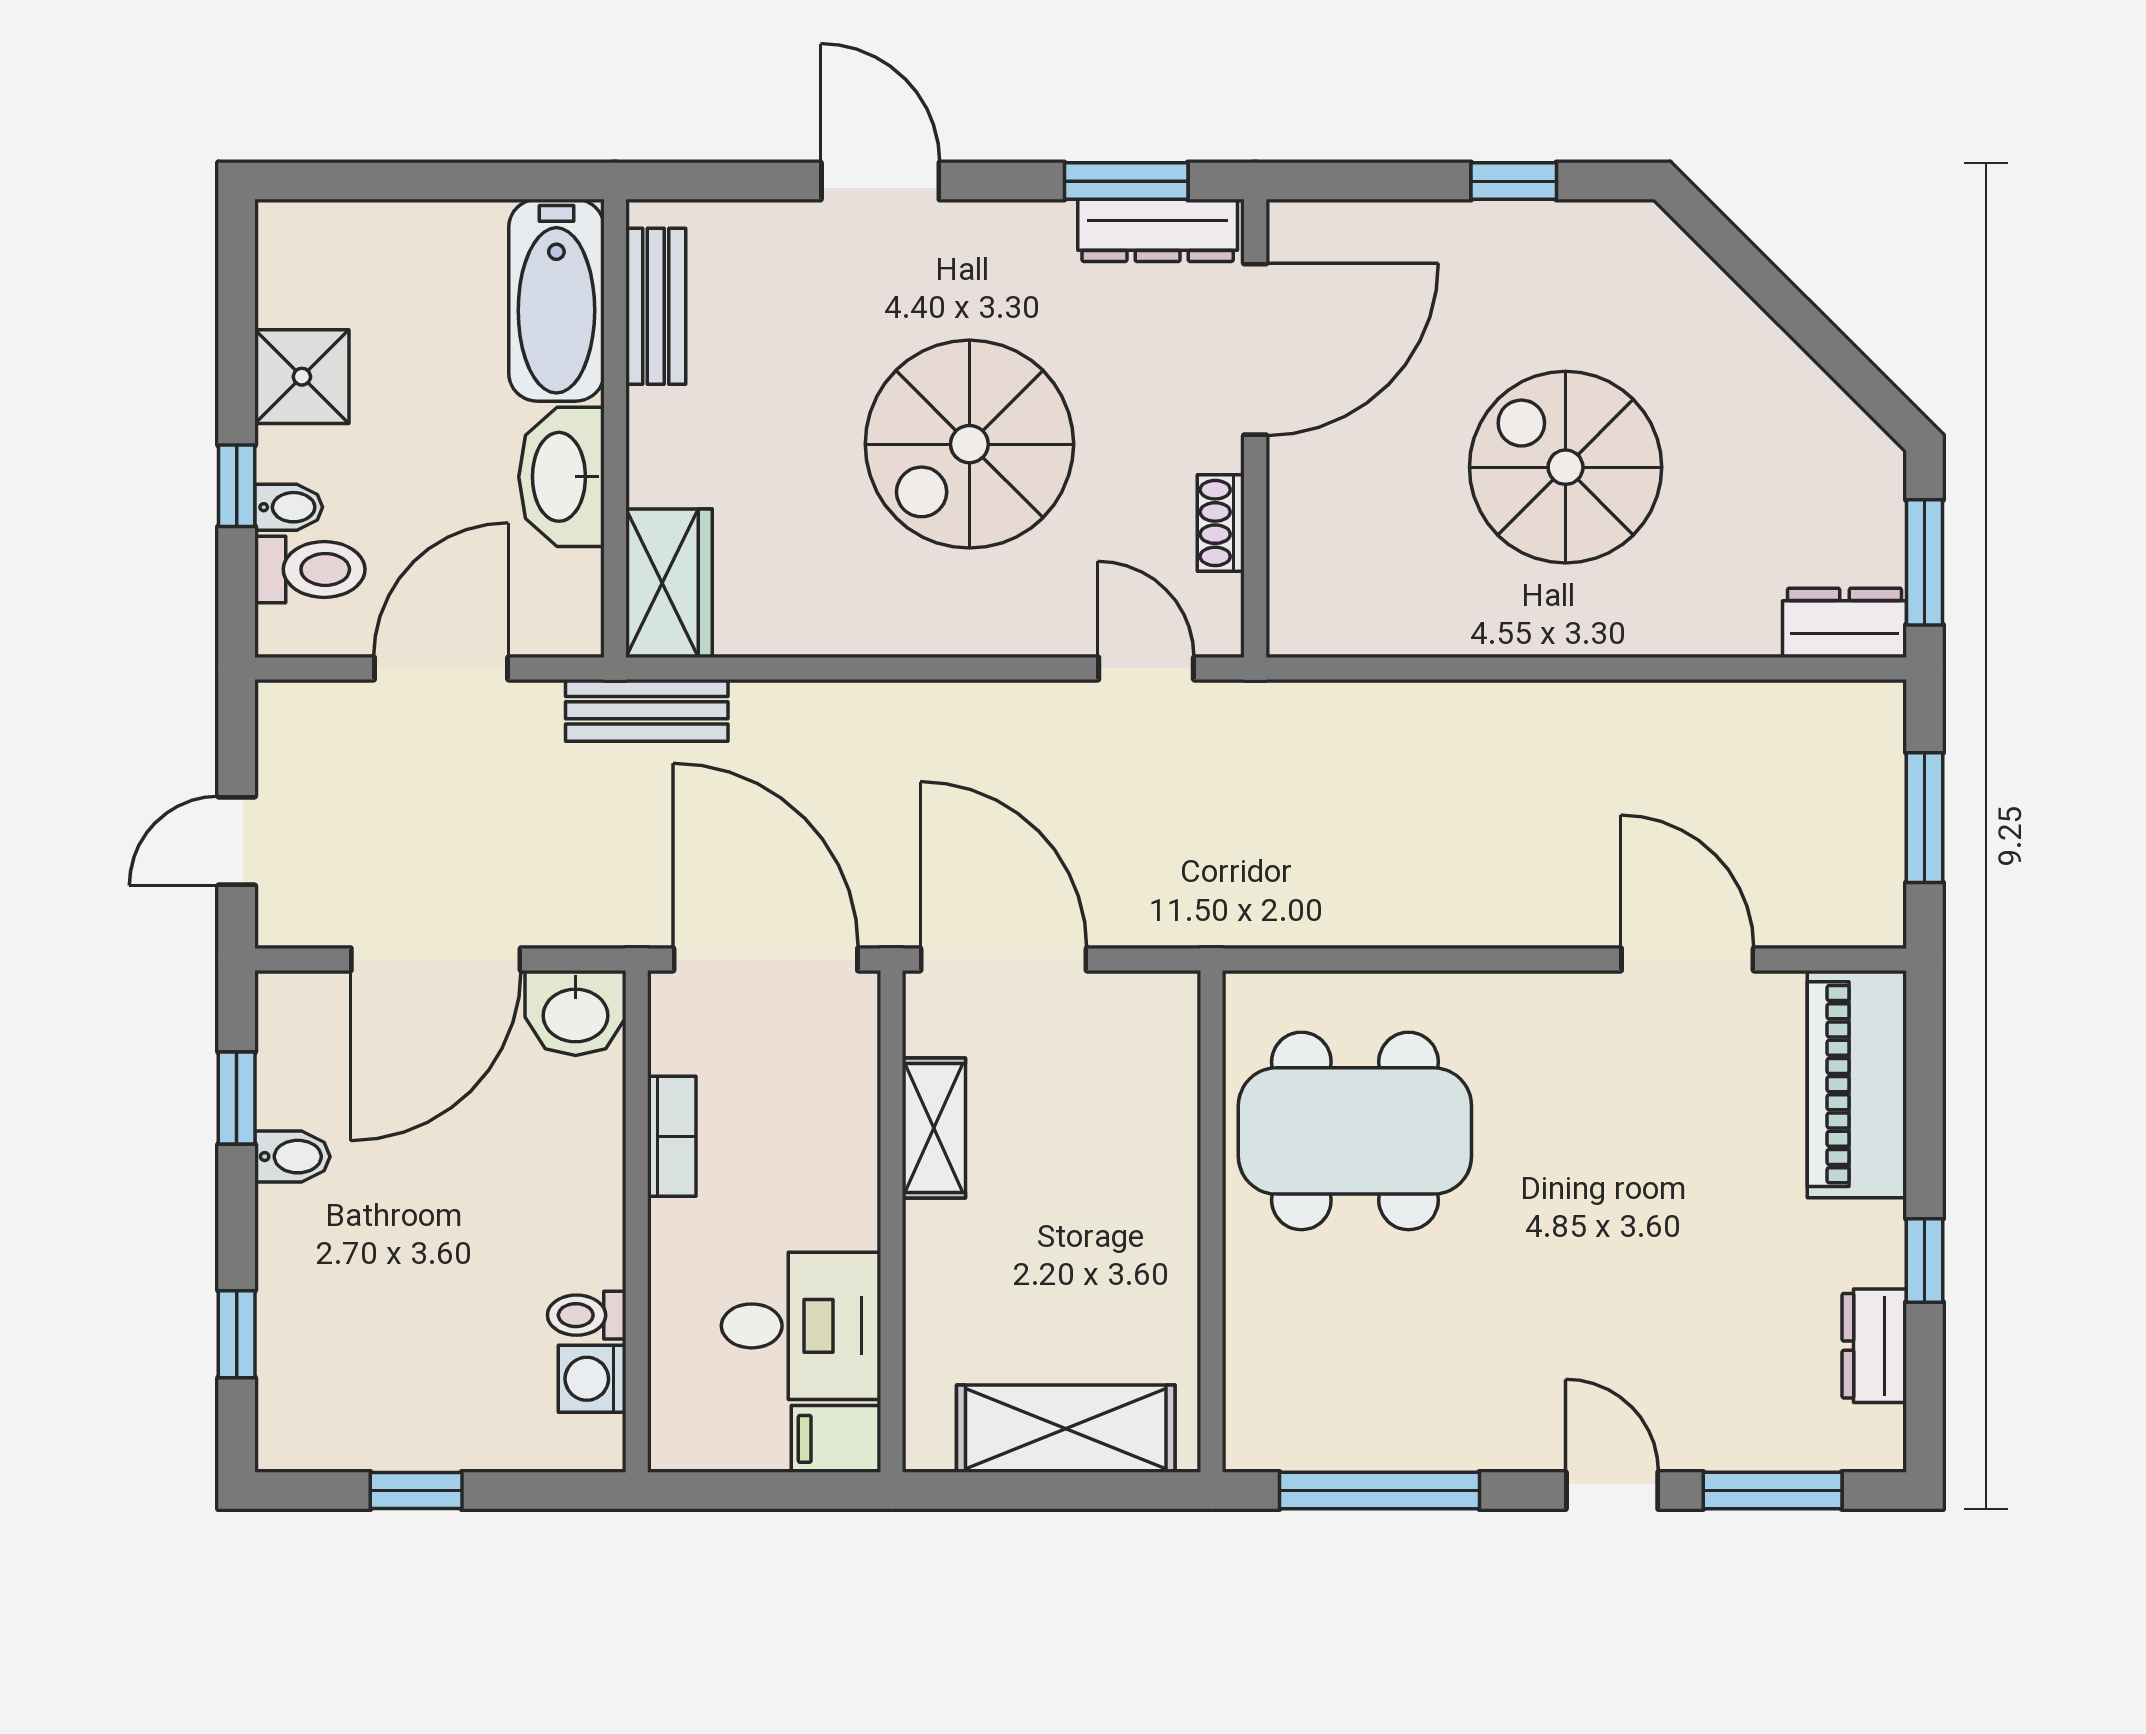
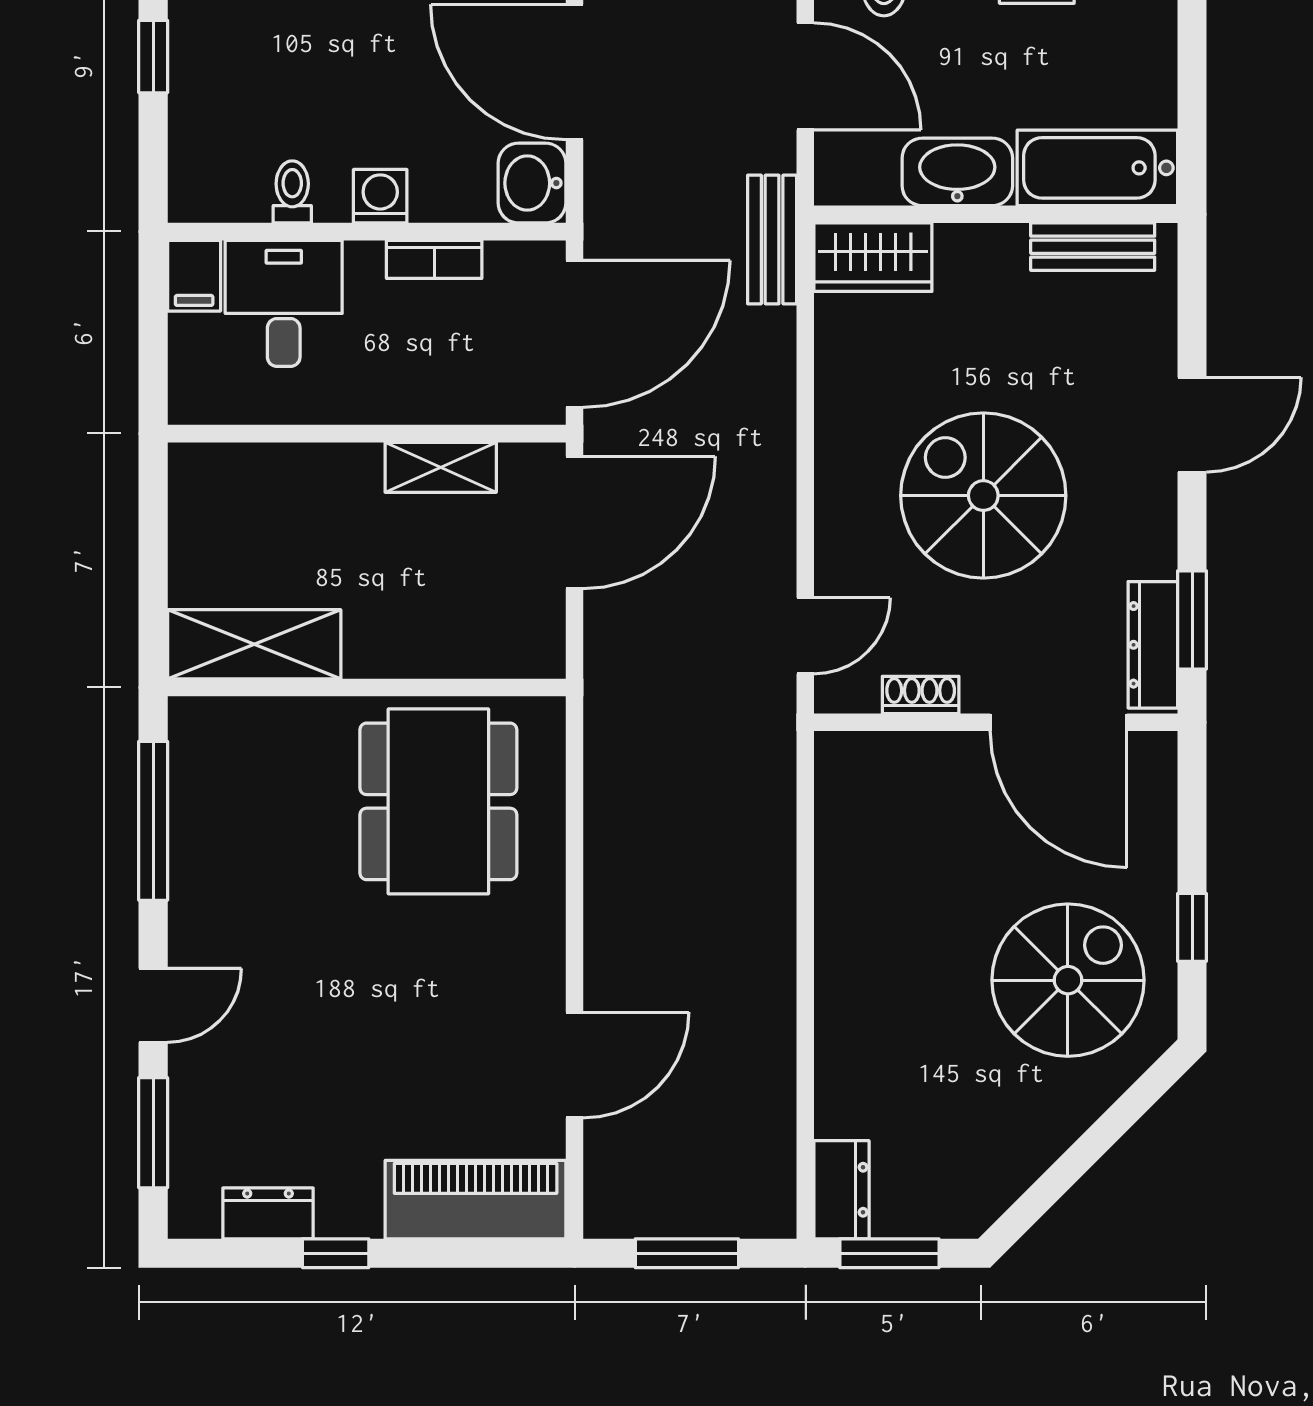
spiral stairs: (1566, 467) -> (1068, 980), moved
desk: (801, 1326) -> (284, 303), moved, turned 180
washing machine: (592, 1379) -> (380, 196), moved
shelving: (1066, 1429) -> (254, 644), moved, turned 90
filing cabinet: (836, 1439) -> (194, 276), moved, turned 180

